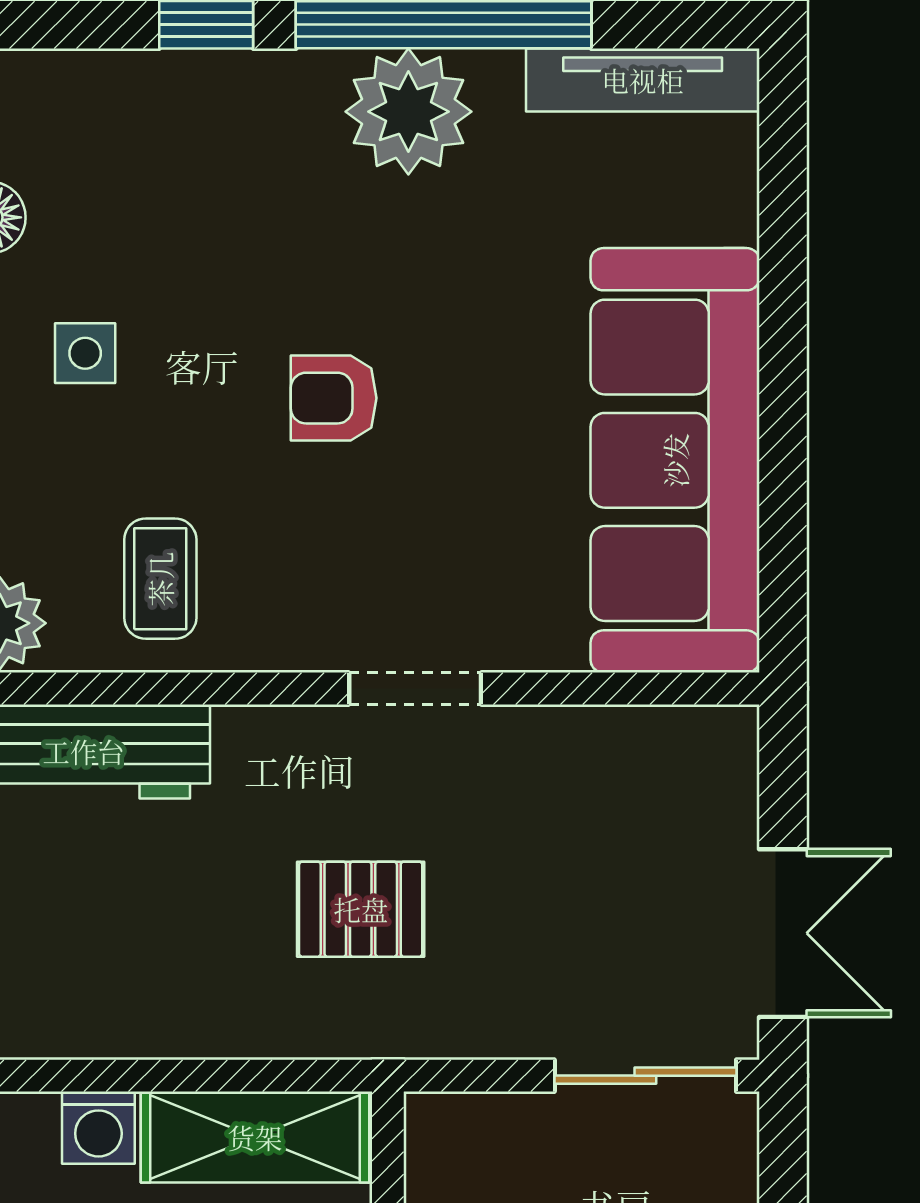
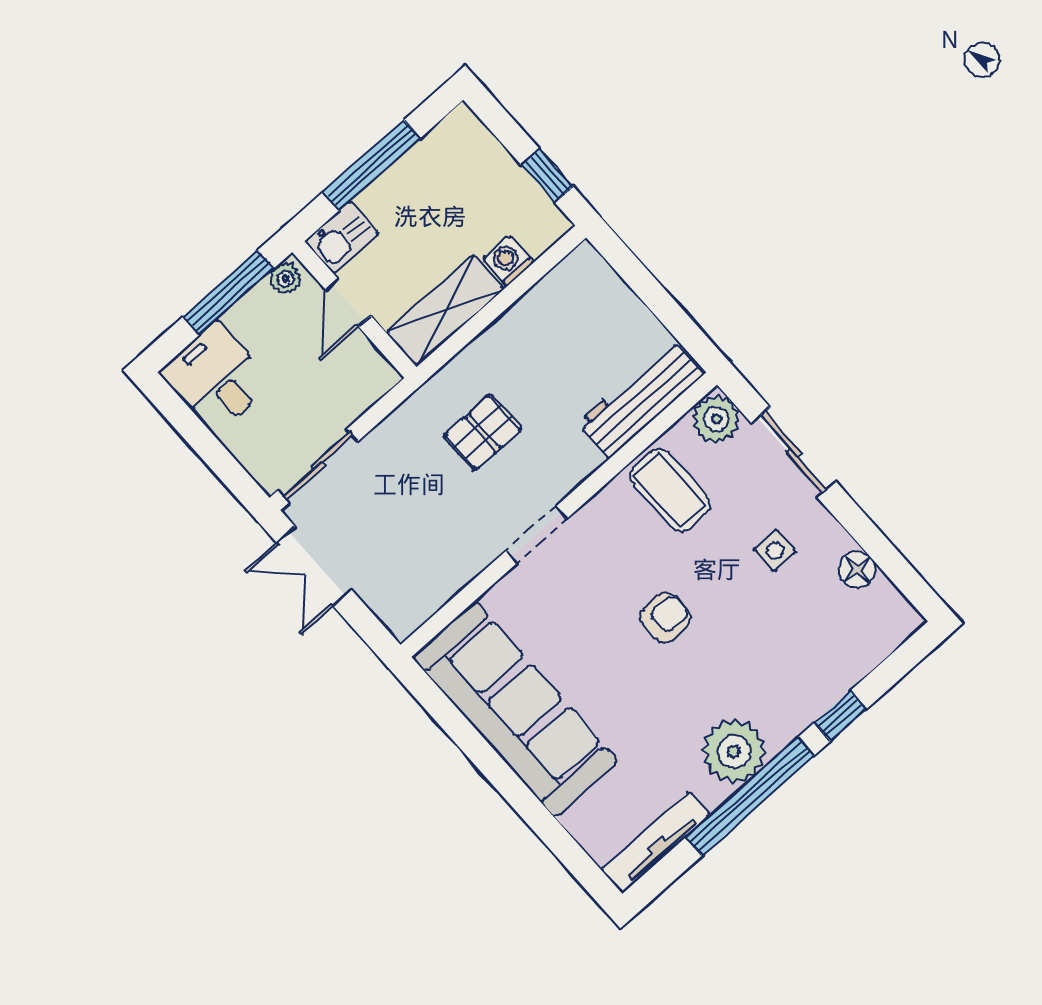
coffee table: (160, 579) -> (670, 490), width x1.36, depth x1.30

